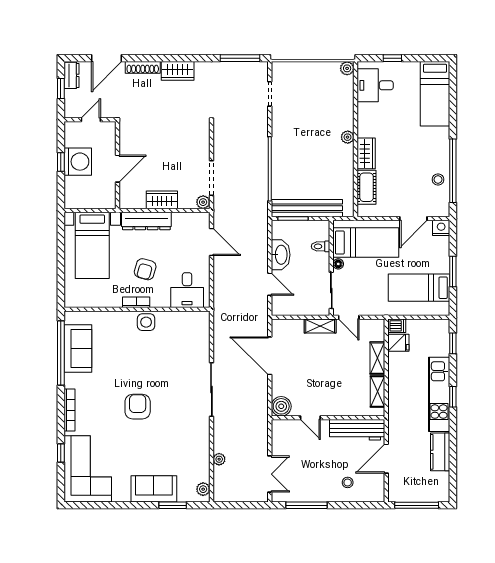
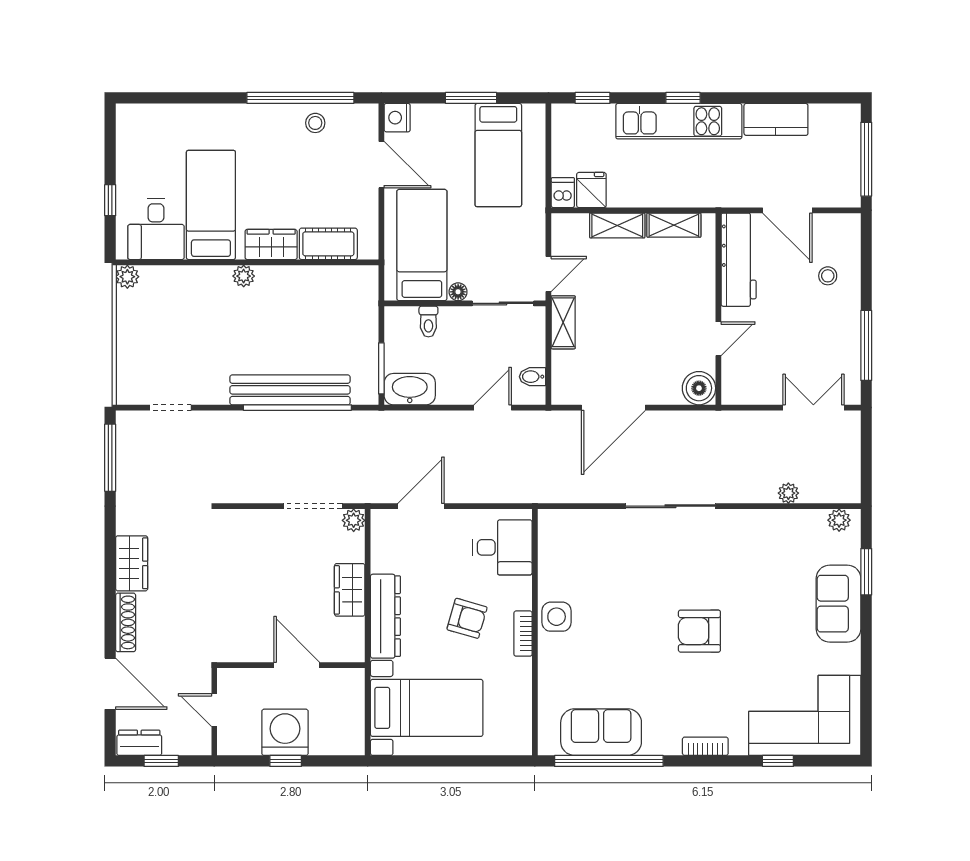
bed: (435, 94) -> (211, 205), moved, turned -90
bench: (307, 208) -> (290, 390), moved, turned 90
washbasin: (281, 255) -> (410, 389), moved
bidet: (288, 308) -> (533, 377), added
bookcase: (69, 410) -> (705, 746), width x0.64

